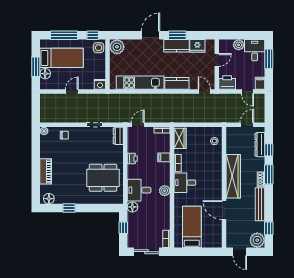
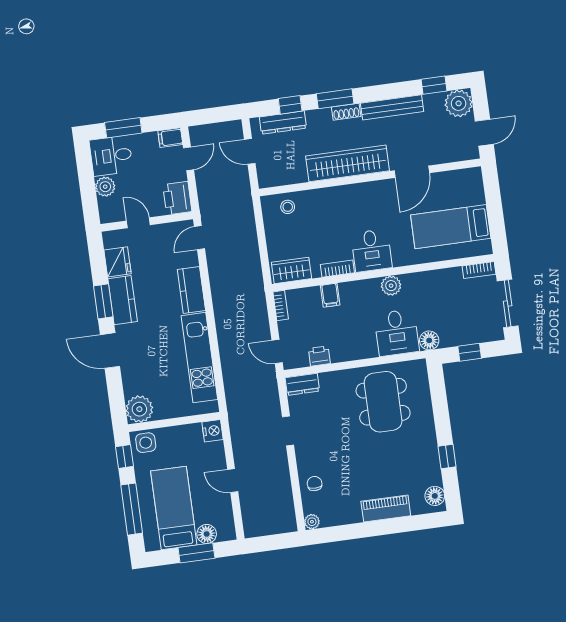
printer: (132, 159) -> (319, 356), moved

